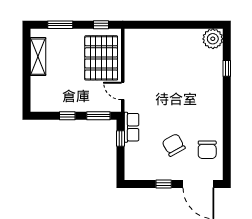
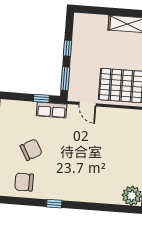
window: (227, 68) -> (54, 204), moved
door: (123, 91) -> (88, 104), swing flipped

